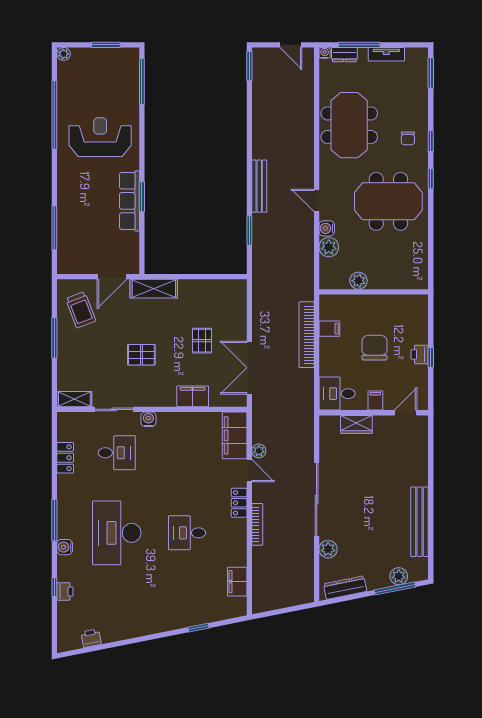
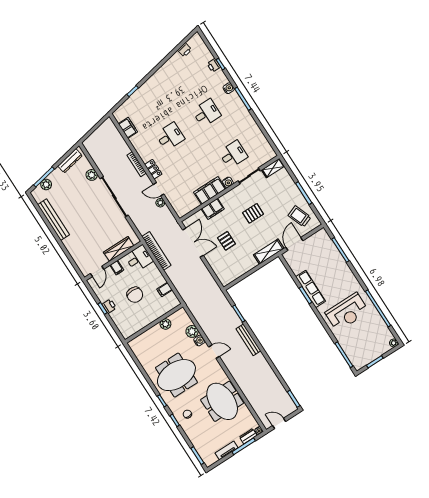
bookcase: (307, 335) -> (156, 251), moved
wardrobe: (356, 424) -> (119, 249), width x1.50
filing cabinet: (235, 435) -> (210, 191), moved, turned -90
desk: (117, 453) -> (233, 154), turned 180
locker: (65, 458) -> (258, 135), removed
desk: (117, 533) -> (206, 113), width x0.53, depth x0.77

